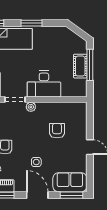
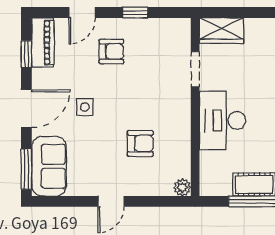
plant: (31, 107) -> (182, 187), moved

